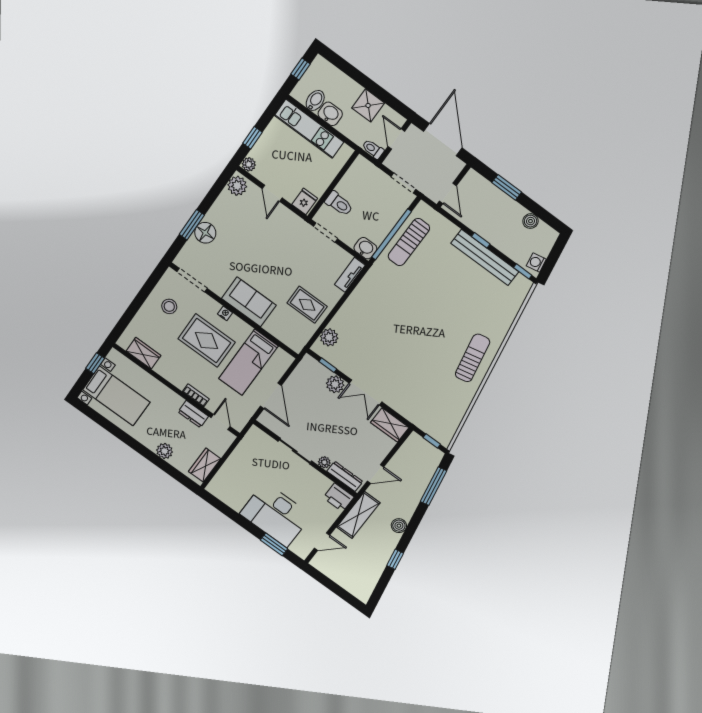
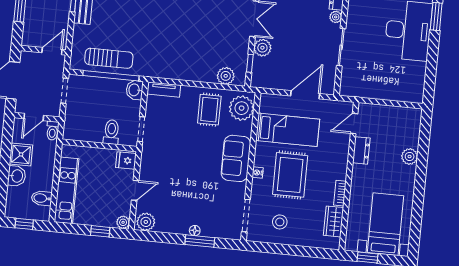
washbasin: (330, 114) -> (17, 176), moved, turned 180
floor lamp: (205, 233) -> (195, 231), width x0.53, depth x0.53
plant: (292, 334) -> (242, 108), added
bookcase: (196, 395) -> (340, 193), moved
wardrobe: (205, 465) -> (401, 116), removed

